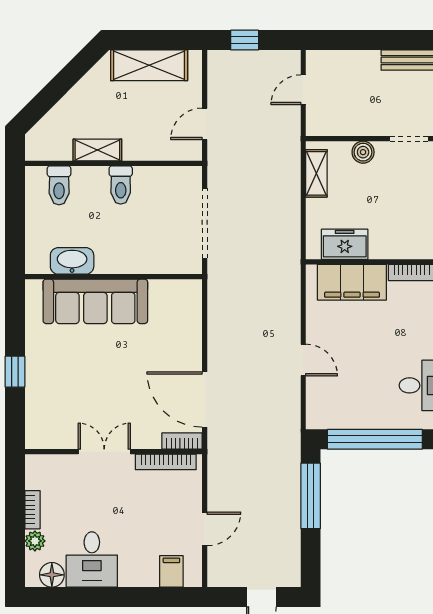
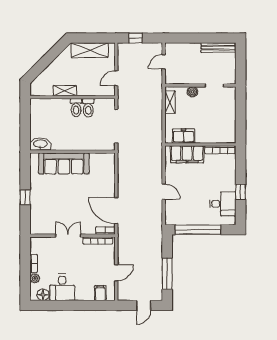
toilet: (59, 185) -> (88, 108), moved
washbasin: (72, 261) -> (40, 144), moved
window: (311, 496) -> (167, 274), moved

